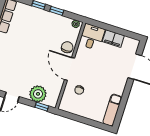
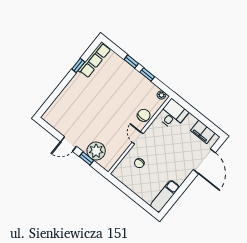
filing cabinet: (113, 39) -> (203, 132), moved
door: (69, 69) -> (138, 138), width x0.53
window: (42, 107) -> (87, 159), moved

